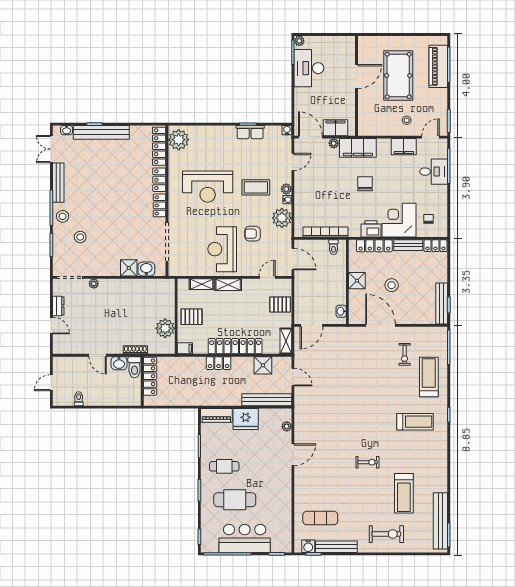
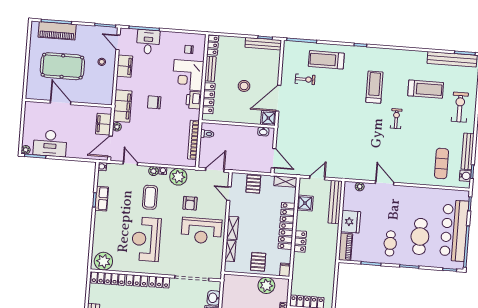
reception desk: (208, 187) -> (146, 239), turned 180
shower: (357, 281) -> (268, 118), moved
treadmill: (415, 422) -> (374, 87), moved
bar counter: (245, 538) -> (454, 231), width x1.36

